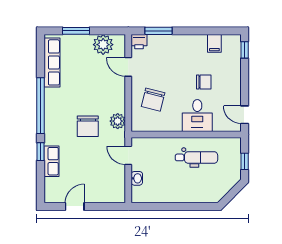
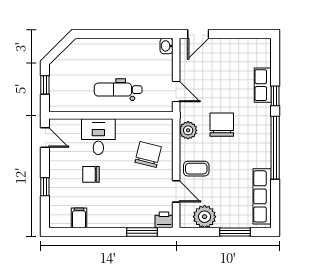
window: (245, 50) -> (45, 187), moved
coffee table: (110, 87) -> (196, 169), added
dental chair: (196, 157) -> (118, 90), moved
washbasin: (137, 178) -> (166, 46), moved
door: (75, 207) -> (198, 34), moved

